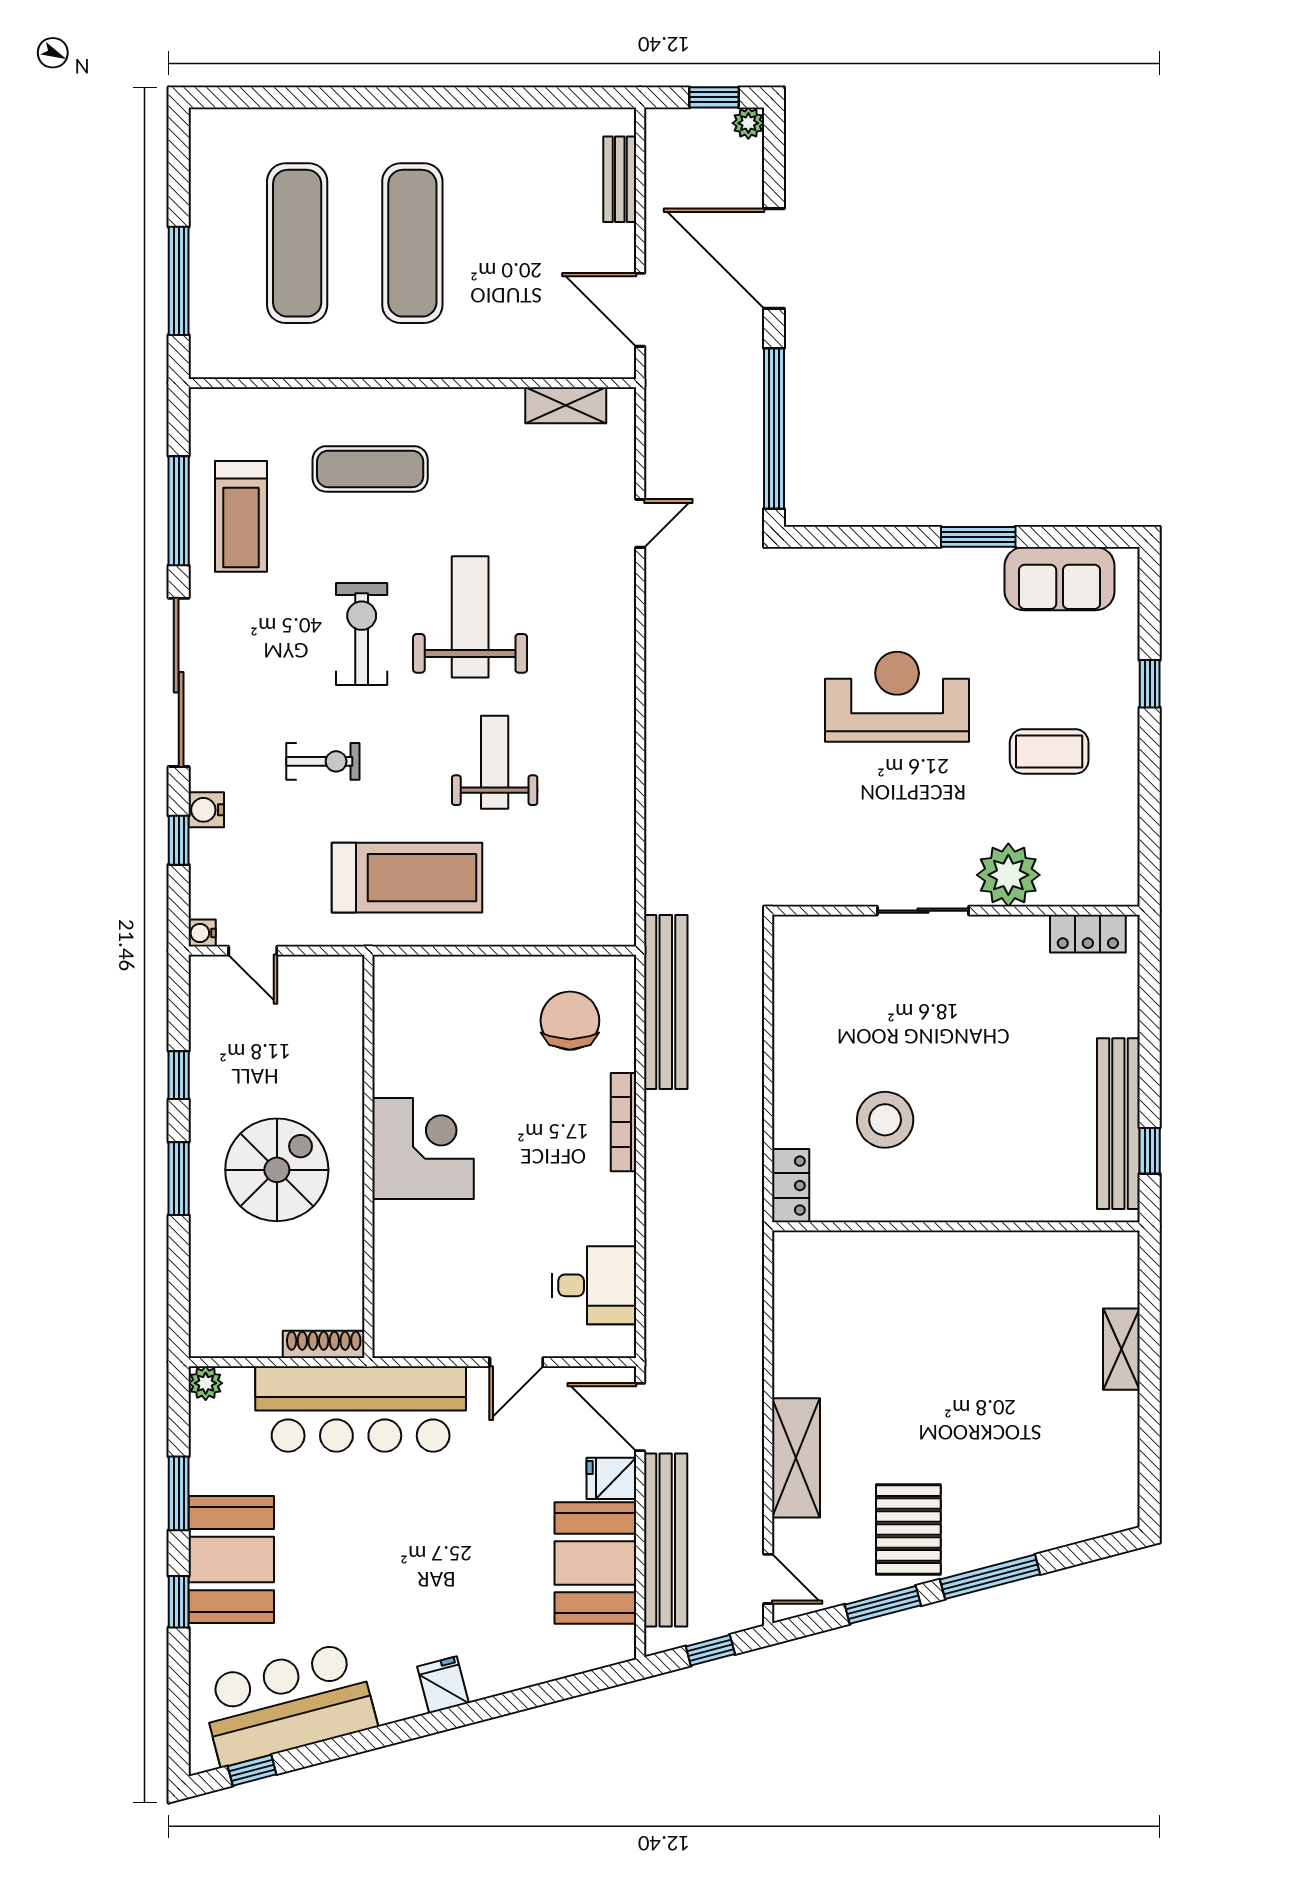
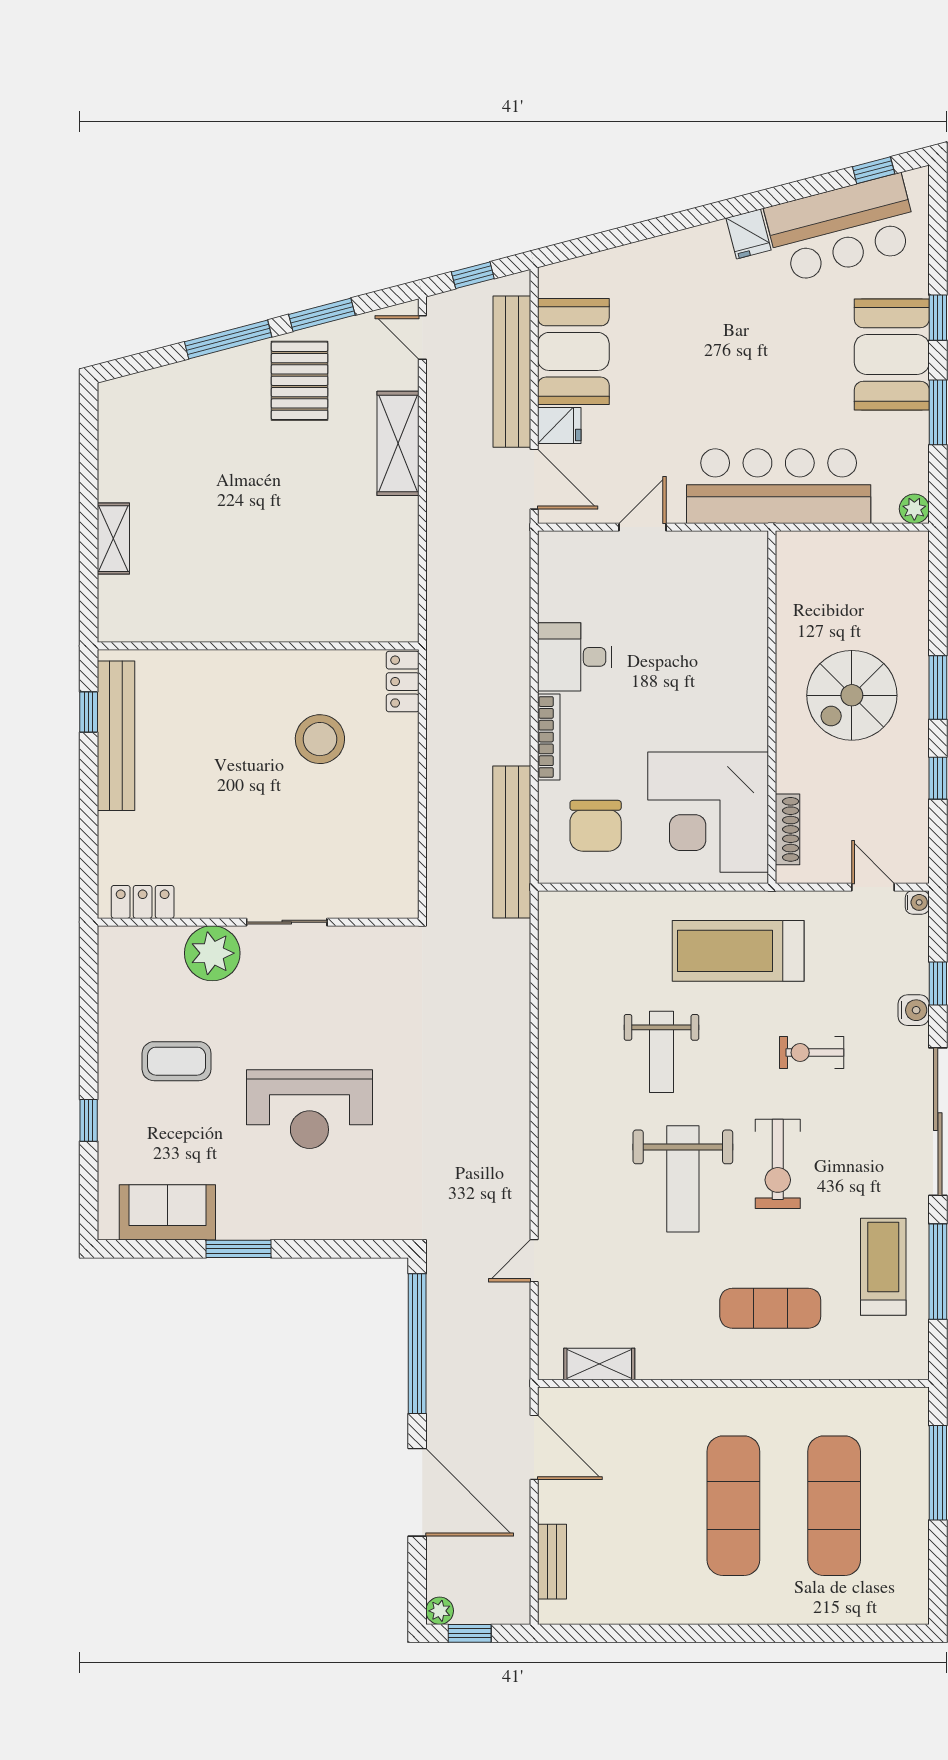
corner desk: (423, 1149) -> (708, 812), moved, width x1.36, depth x1.36
desk: (594, 1285) -> (575, 657), moved
shoe rack: (324, 1344) -> (787, 829), moved, turned -90
fridge: (443, 1685) -> (749, 234), moved

